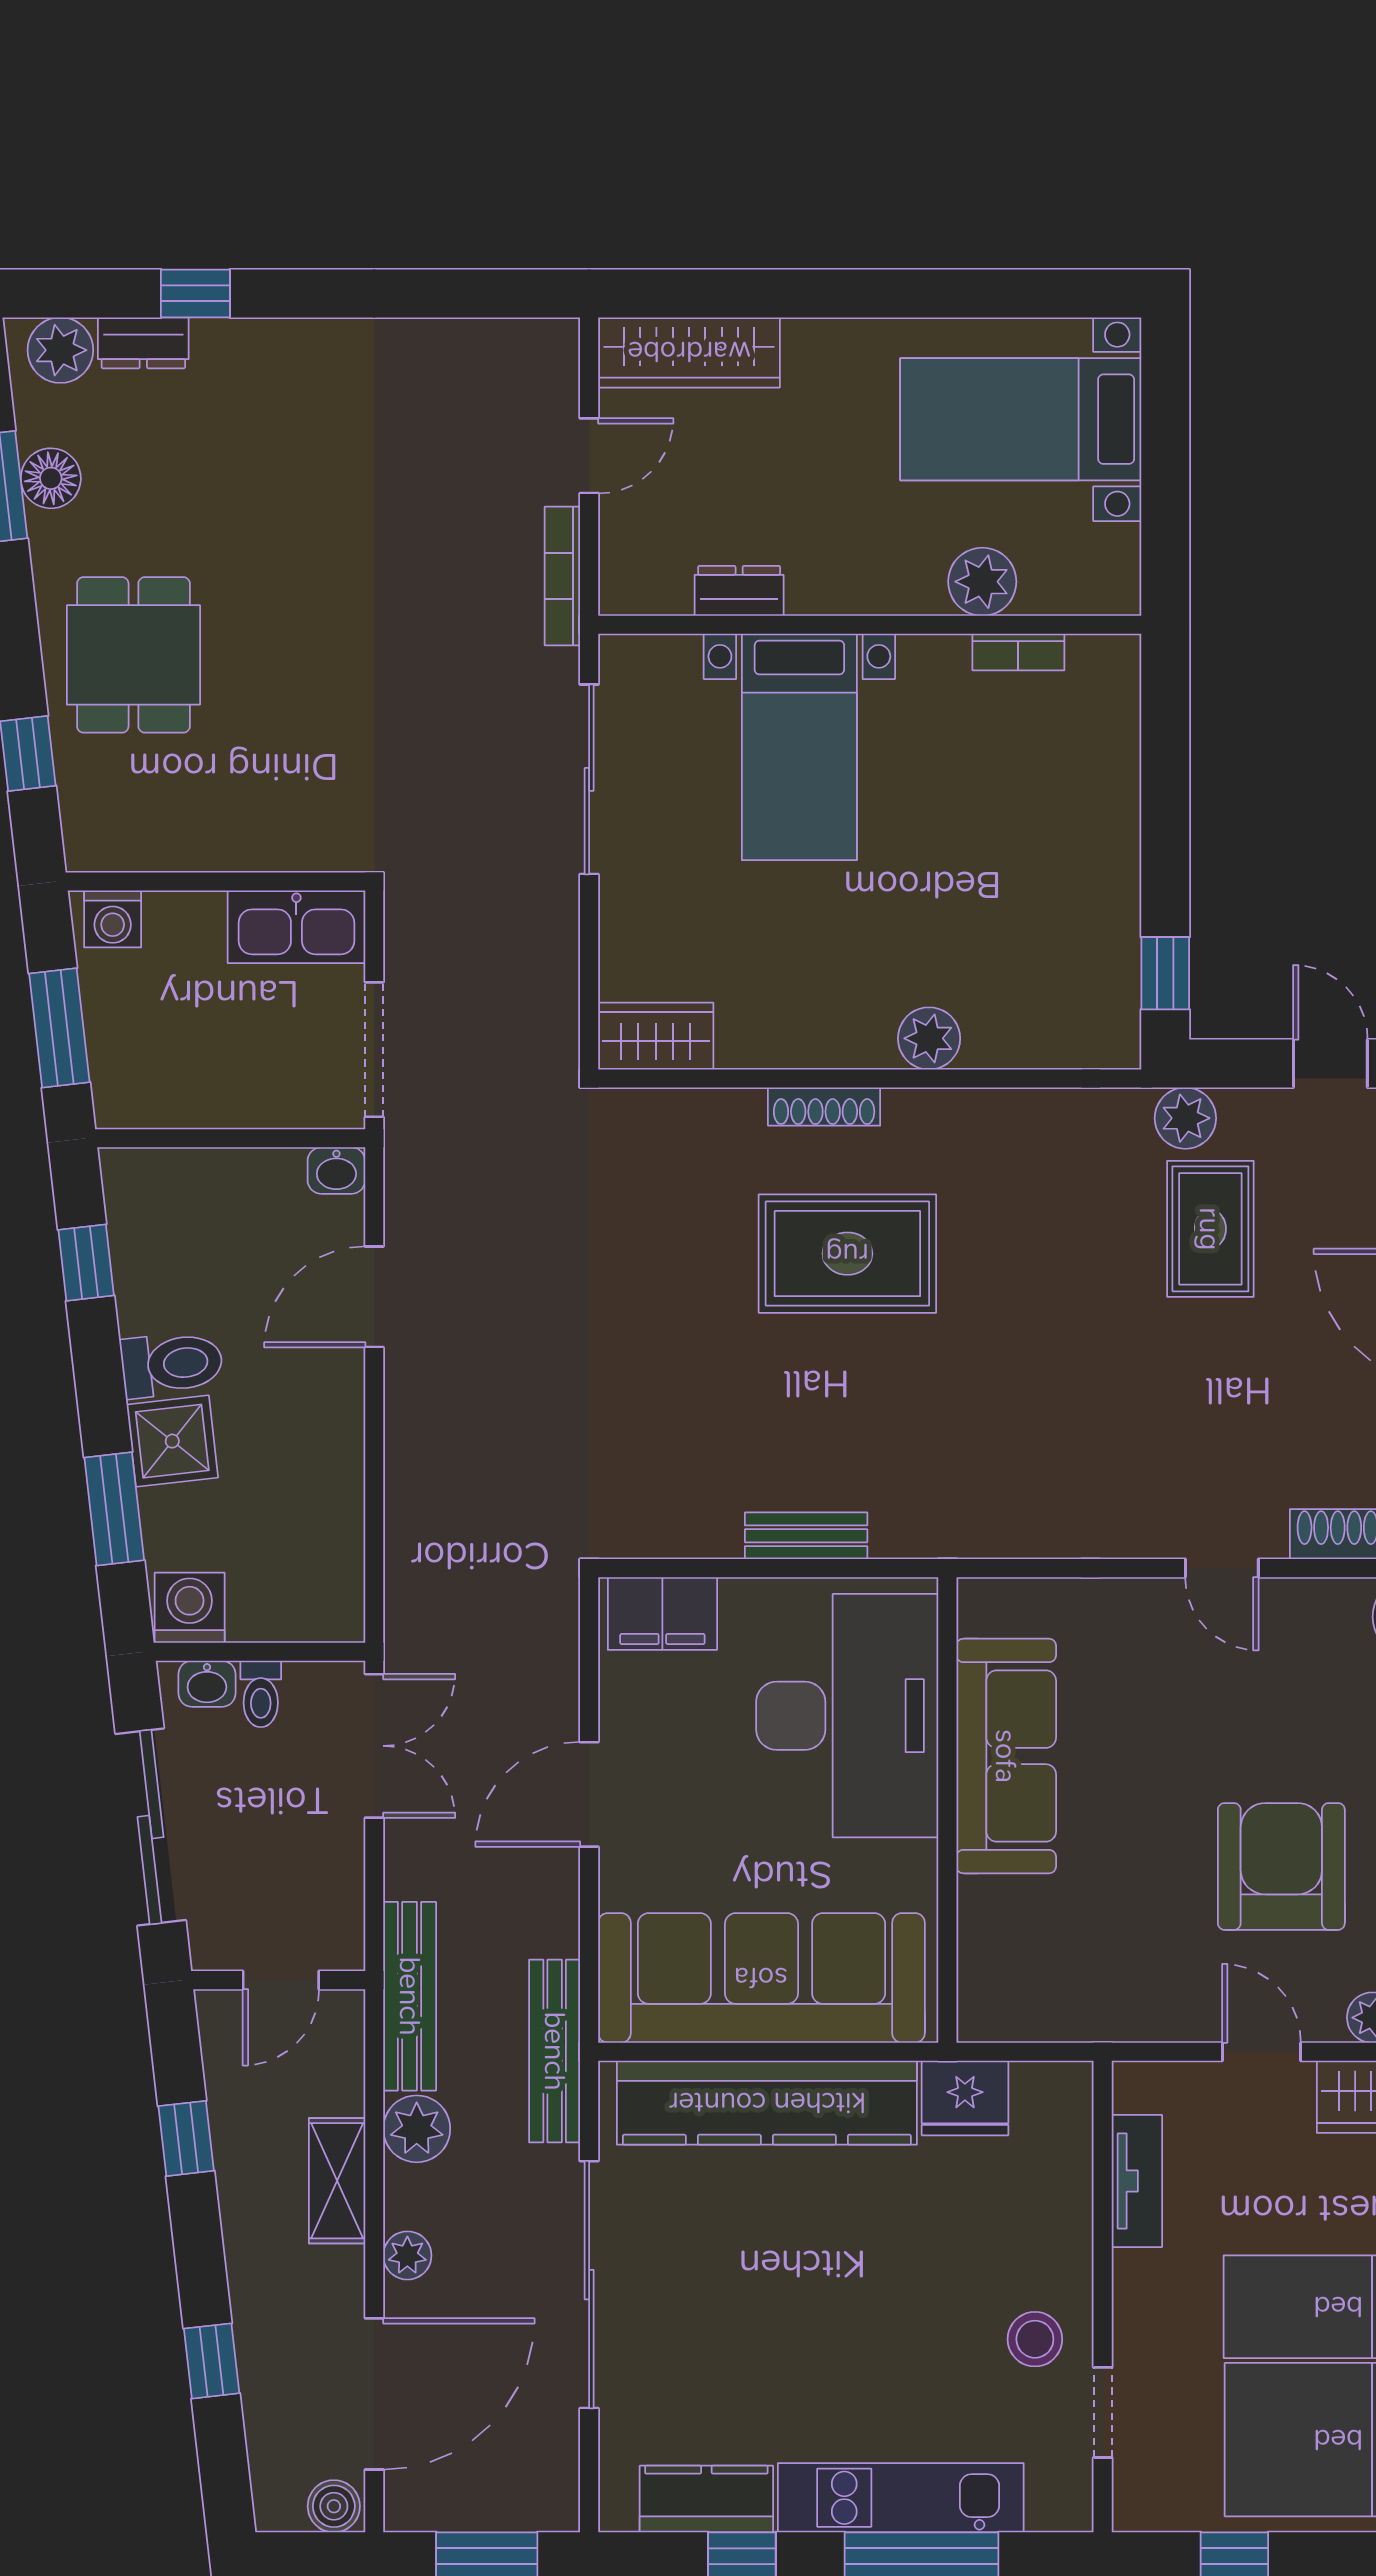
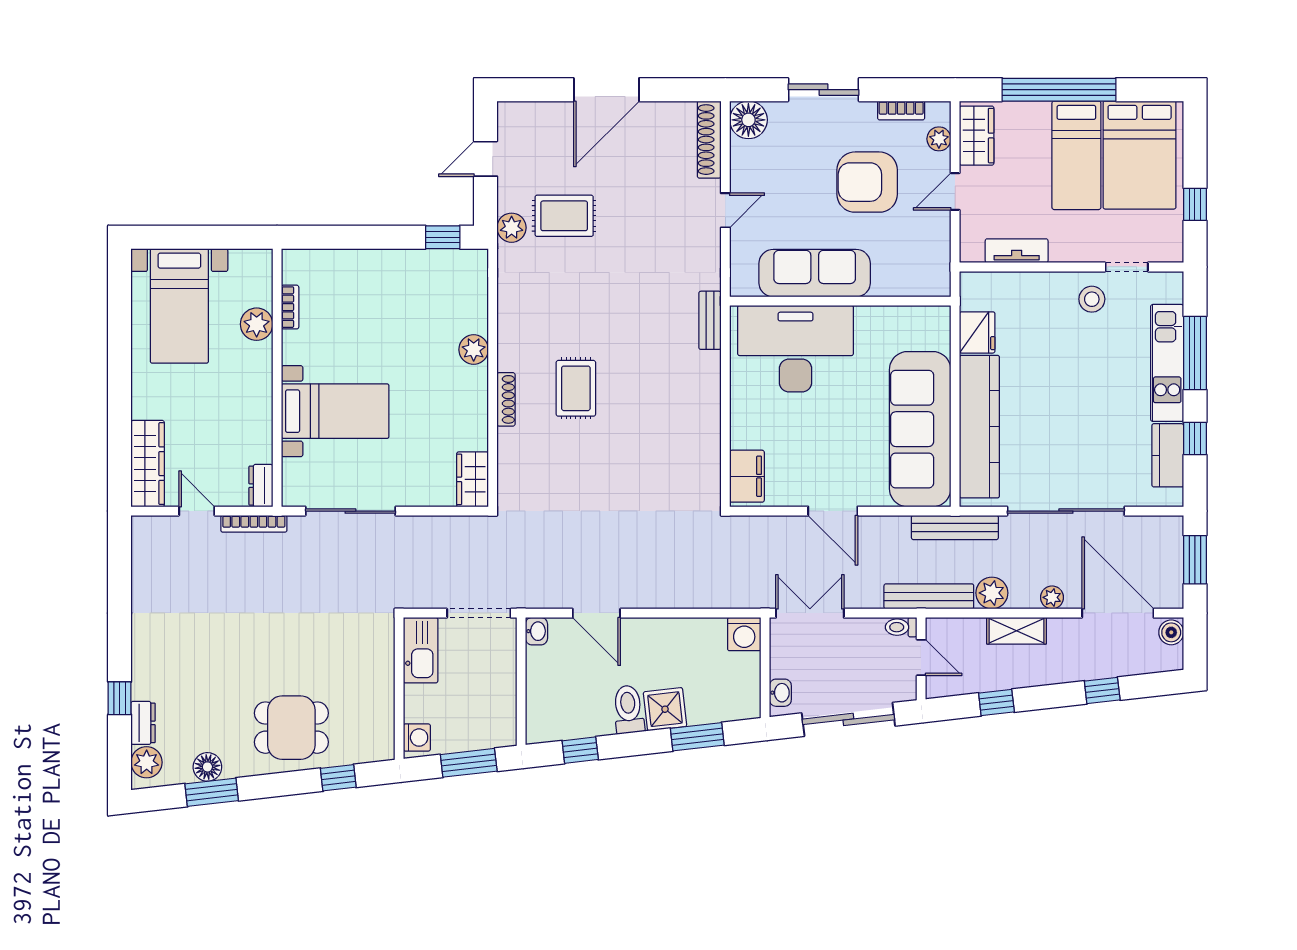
dresser: (739, 591) -> (261, 486), moved
rug: (847, 1254) -> (576, 388), width x0.73, depth x0.70
bench: (806, 1536) -> (710, 320), moved
washing machine: (190, 1608) -> (744, 634), moved, turned -90
toilet: (261, 1694) -> (901, 627), moved, turned 180
desk: (847, 1716) -> (795, 349), moved
sofa: (1006, 1756) -> (815, 273), moved
wall: (947, 1810) -> (840, 301), moved

